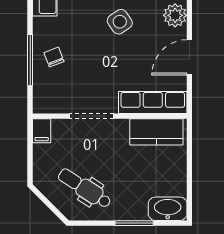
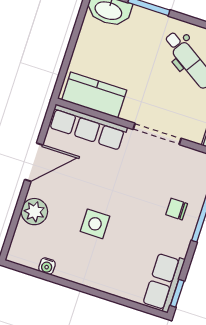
side table: (120, 22) -> (95, 224), turned 35
chair: (54, 57) -> (177, 209), turned 111

